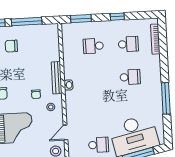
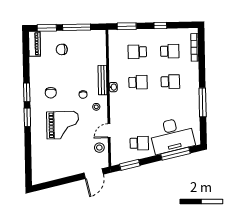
school desk: (95, 79) -> (138, 82), added

